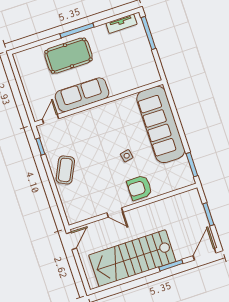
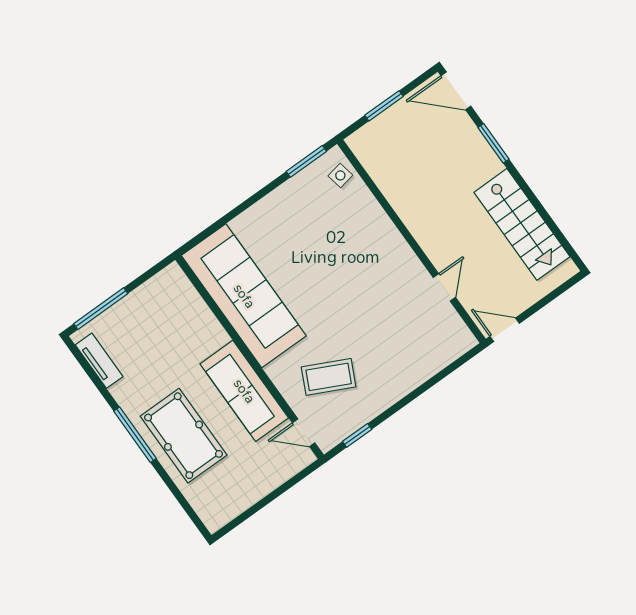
sofa: (161, 124) -> (244, 296), moved, turned -90
side table: (127, 156) -> (340, 175), moved
coffee table: (65, 170) -> (329, 377), moved
armchair: (140, 188) -> (375, 240), removed
door: (115, 212) -> (444, 287), moved
stairs: (132, 258) -> (522, 224), width x0.73, depth x0.66

